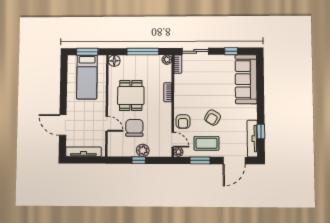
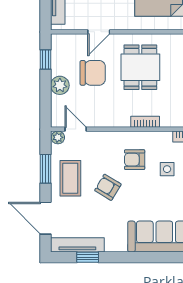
side table: (200, 77) -> (167, 169), added
dining table: (131, 96) -> (140, 67), turned 90
armchair: (183, 122) -> (135, 160), moved
door: (173, 140) -> (76, 129), swing flipped
window: (139, 160) -> (46, 59), moved

